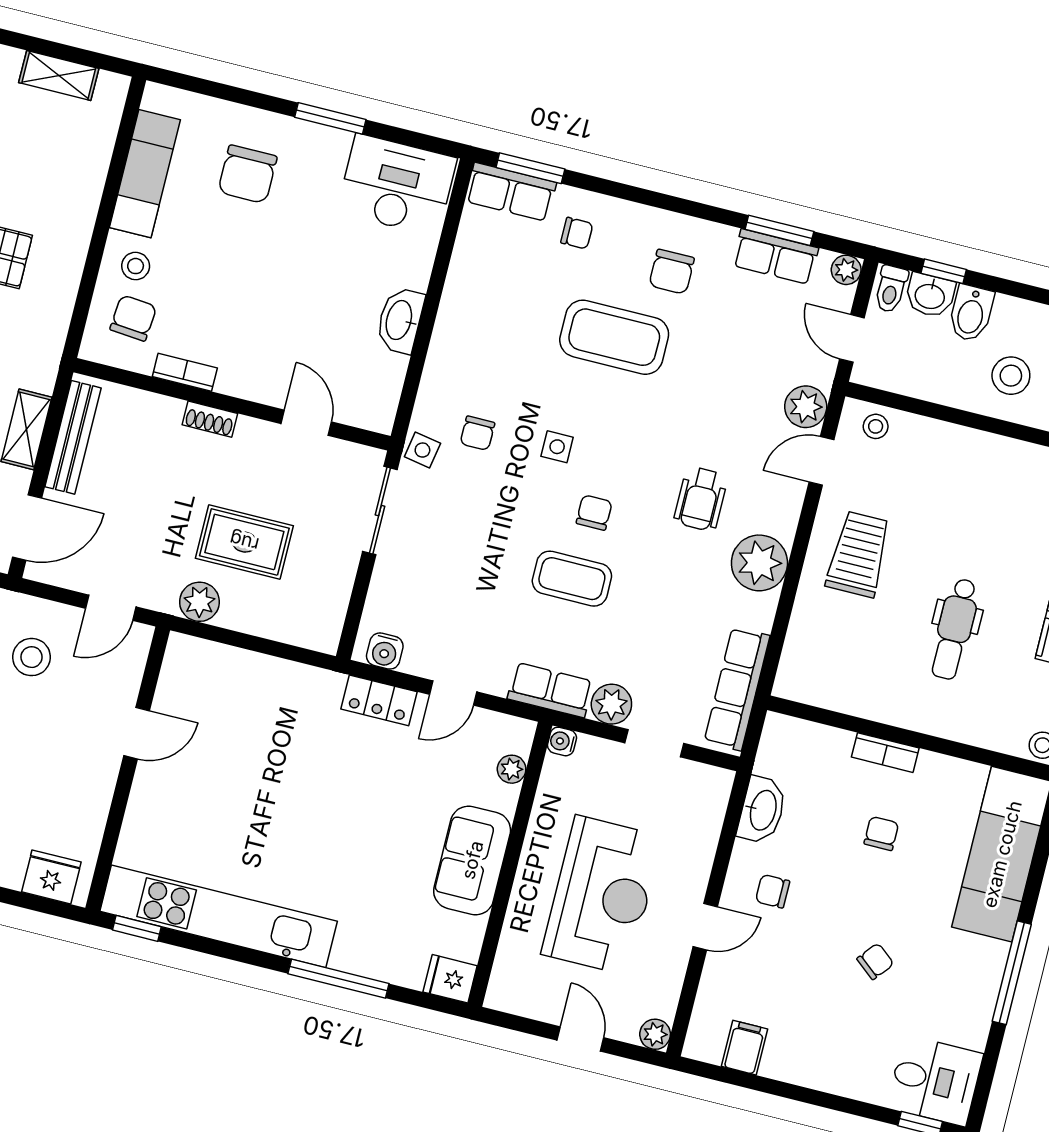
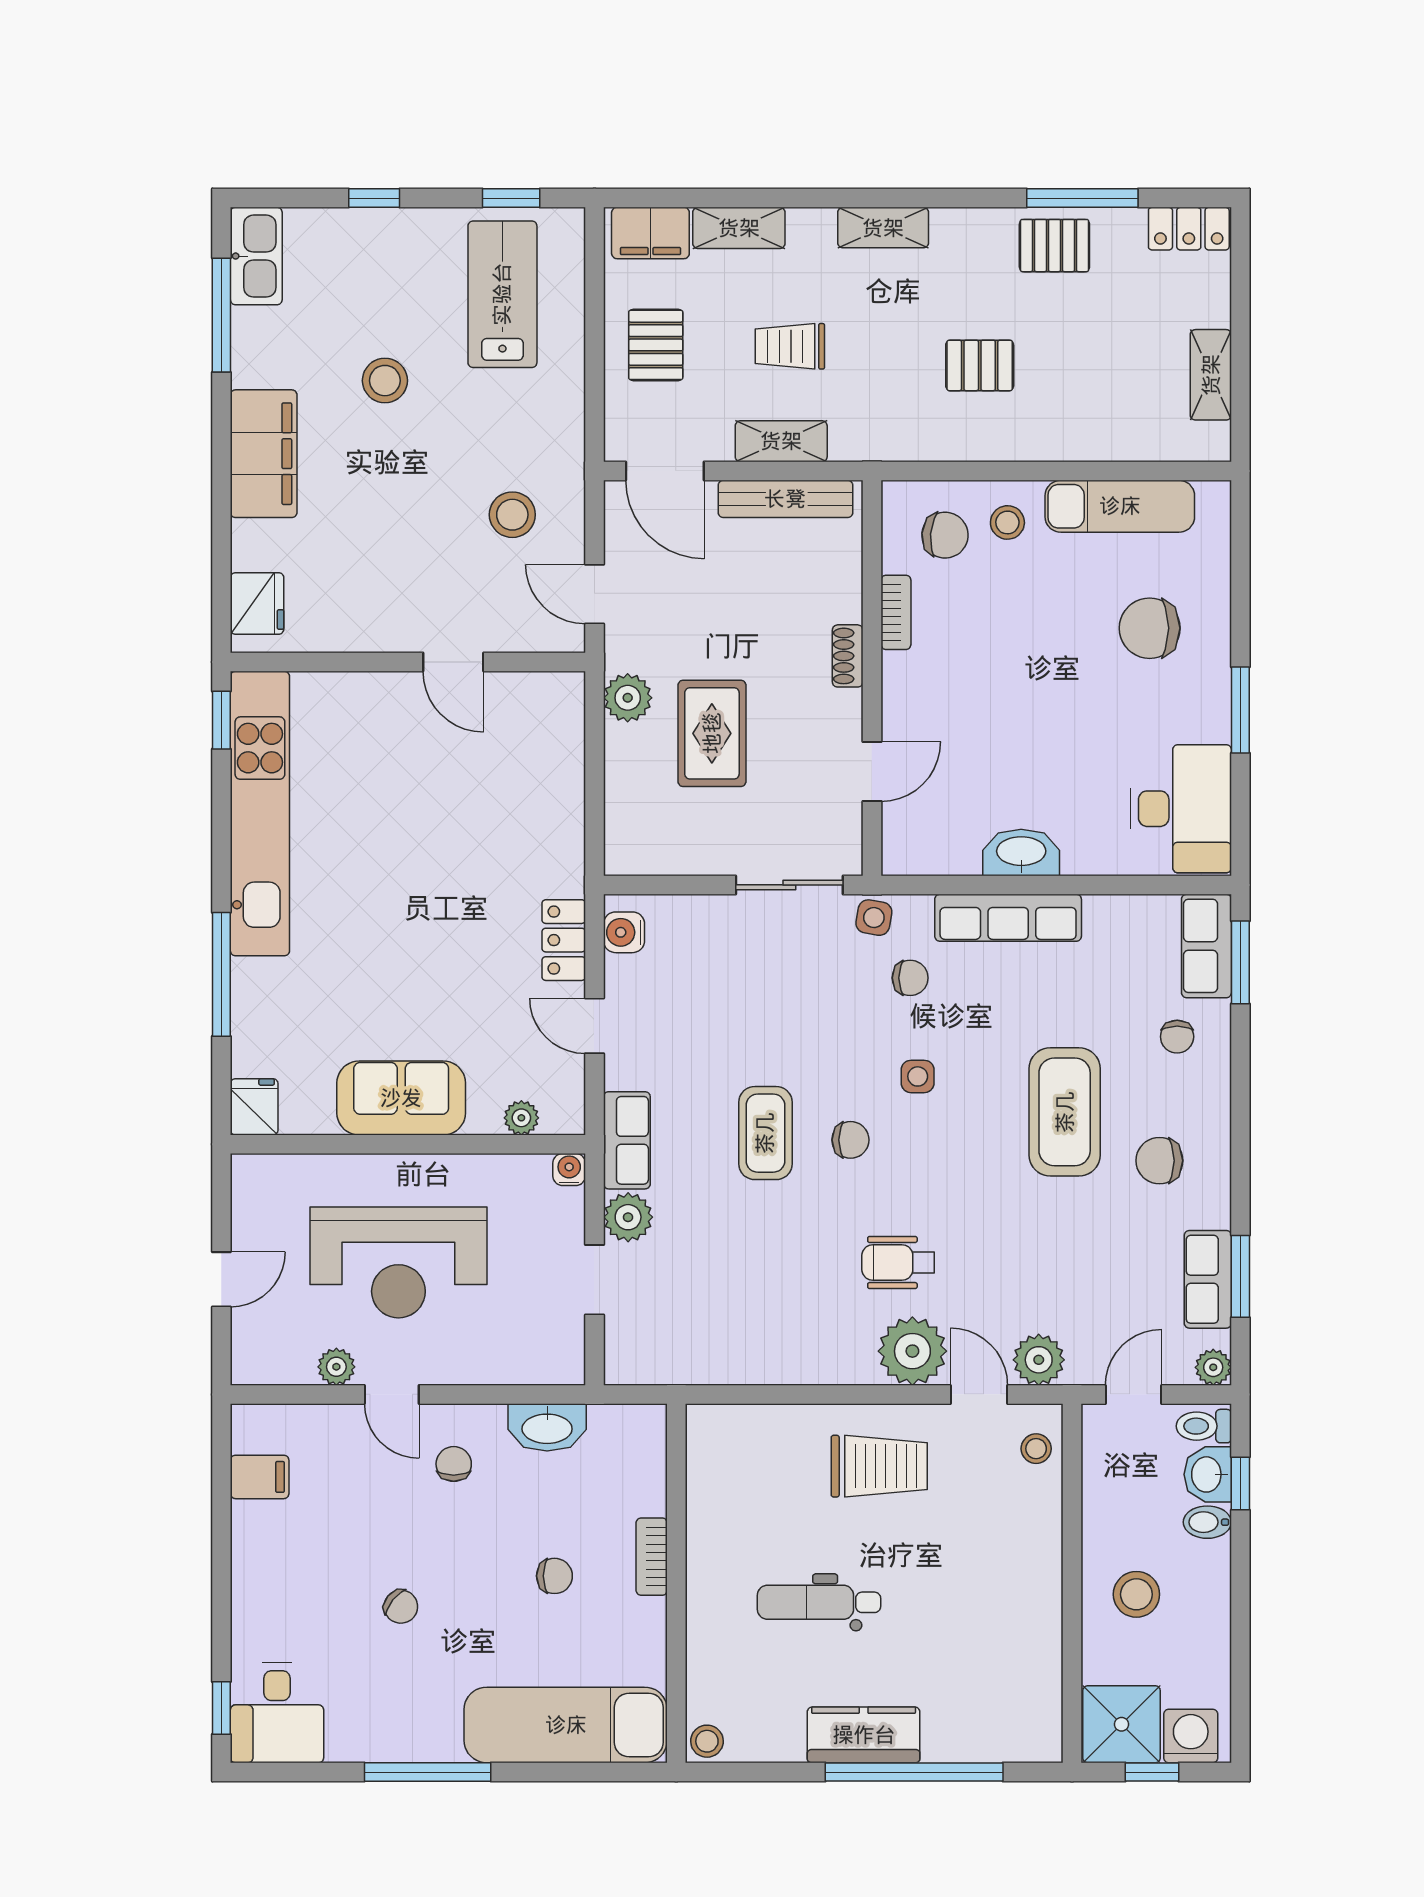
bidet: (971, 313) -> (1207, 1522), width x0.72, depth x0.74
chair: (477, 433) -> (910, 978), turned 180
plant: (759, 563) -> (912, 1351), moved
row of seats: (737, 689) -> (1008, 918), moved, turned 180
plant: (655, 1034) -> (336, 1367), moved

